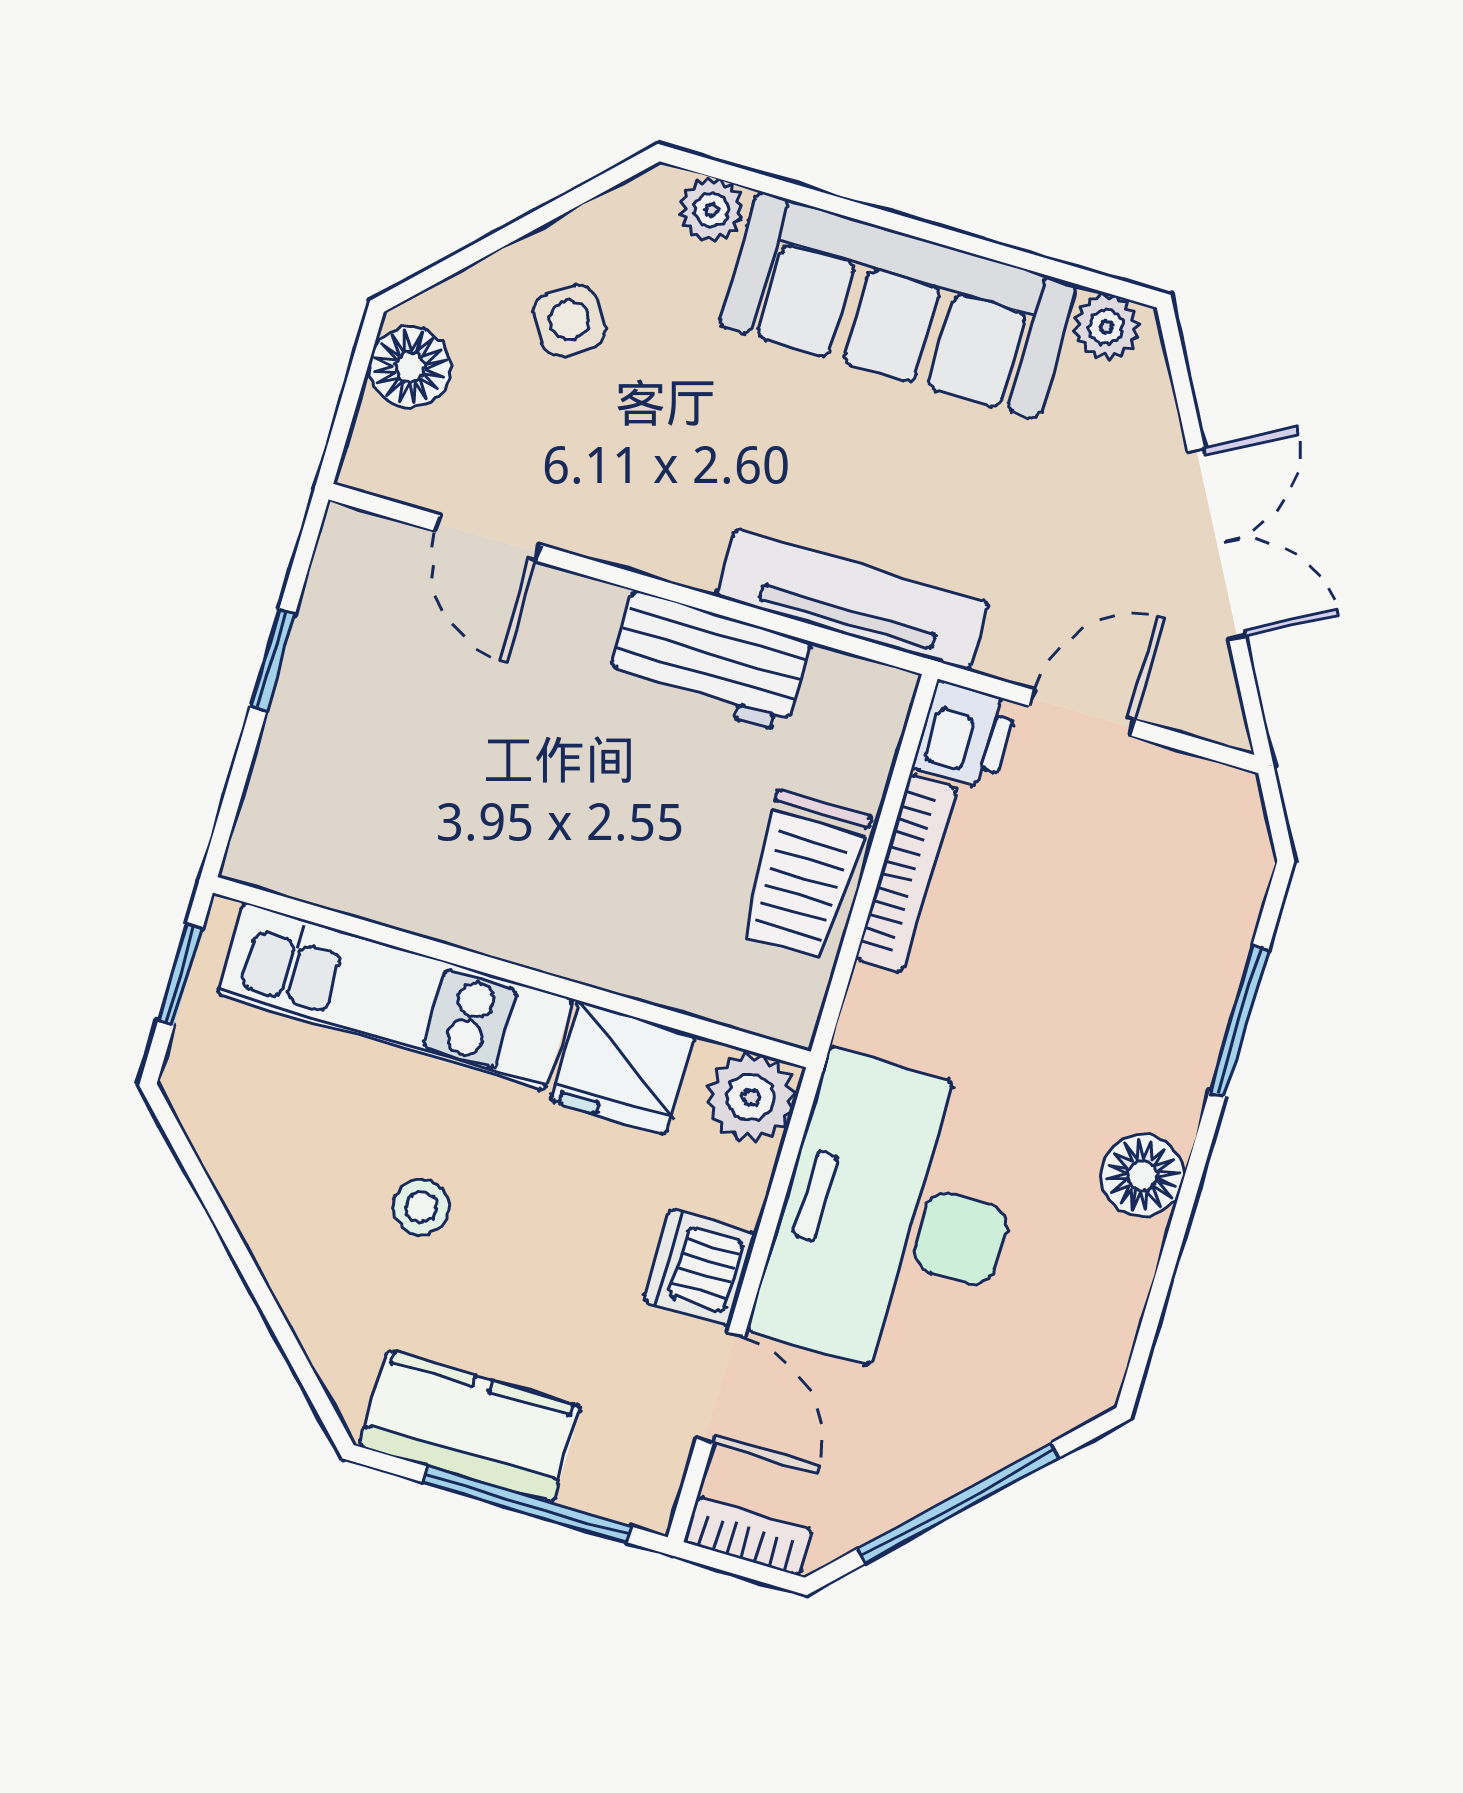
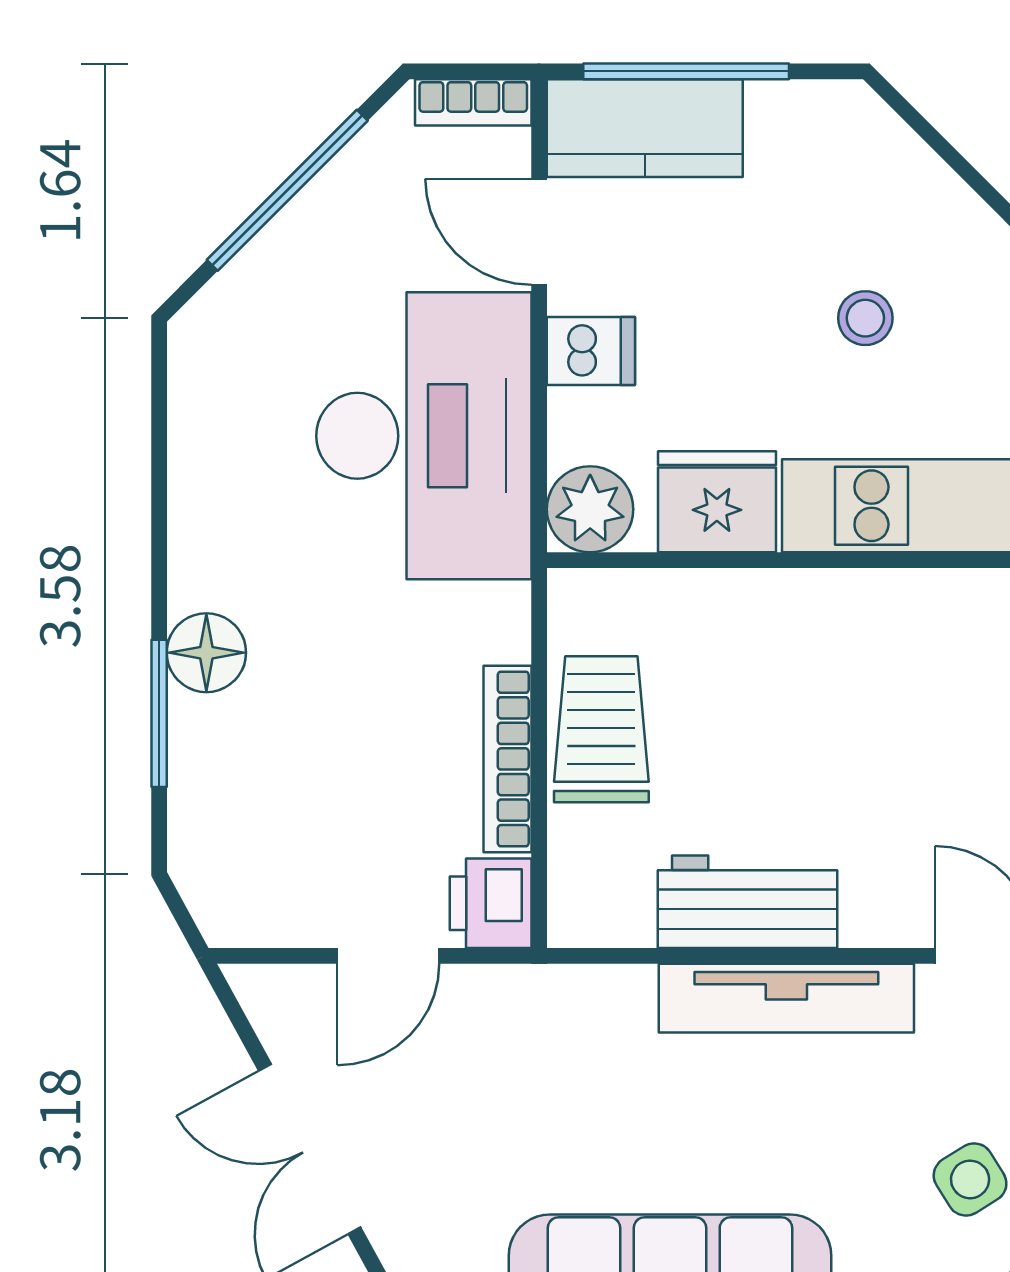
tv unit: (852, 599) -> (786, 998), moved
floor lamp: (1142, 1175) -> (206, 653), moved
dishwasher: (700, 1267) -> (591, 351), width x0.73
kitchen counter: (470, 1426) -> (645, 128), moved

